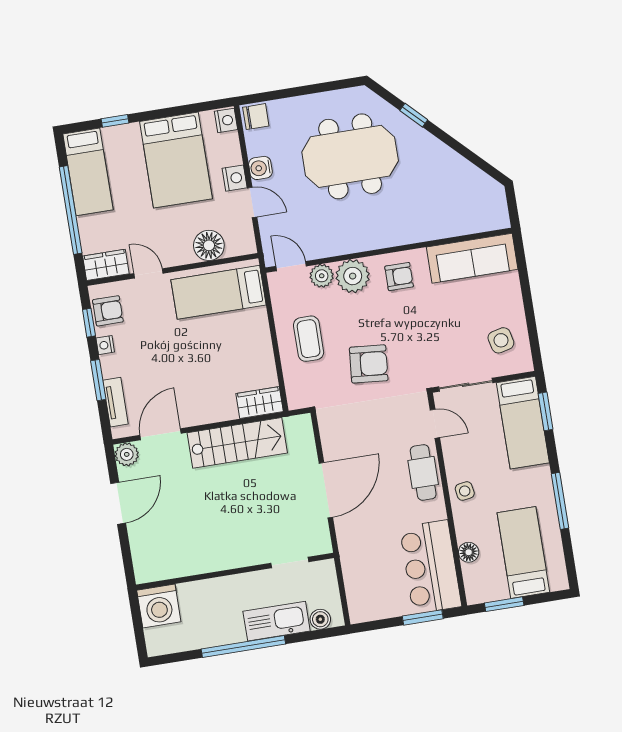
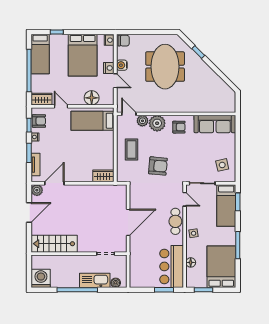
meeting table: (350, 156) -> (165, 67), turned 90
stairs: (237, 443) -> (54, 244), moved, turned 180
bed: (523, 552) -> (221, 267), width x1.50
washing machine: (159, 606) -> (41, 278), moved, turned 180

